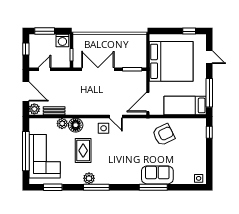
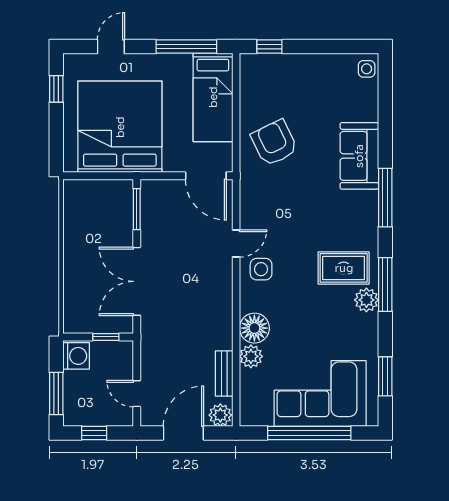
rug: (83, 151) -> (344, 268), moved
window: (153, 187) -> (385, 198), moved

